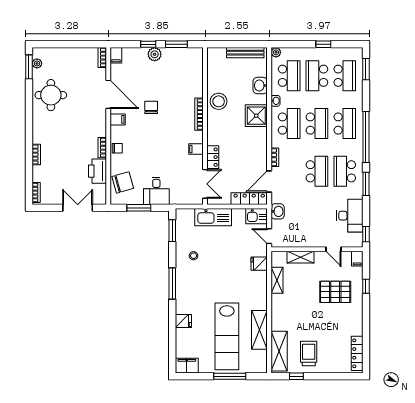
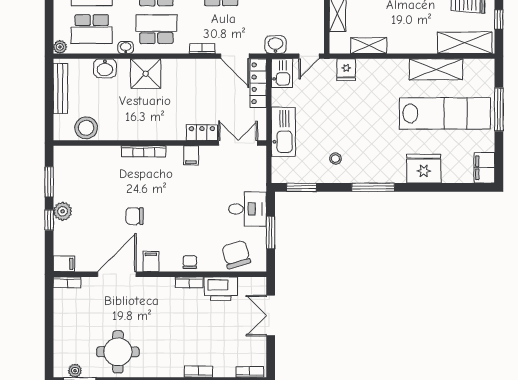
school desk: (289, 76) -> (92, 29), turned 180
stool: (219, 101) -> (86, 128), moved
fridge: (183, 321) -> (424, 169), width x1.88, depth x1.34

